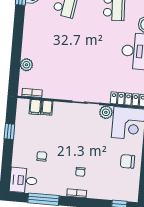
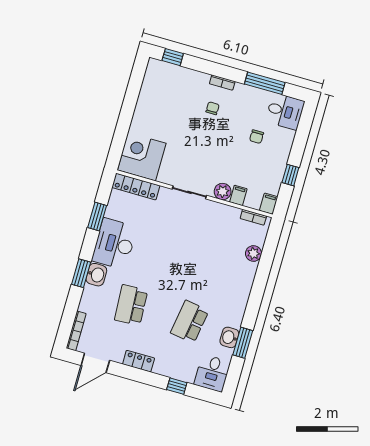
filing cabinet: (35, 107) -> (269, 204), moved
plant: (106, 112) -> (223, 192), moved
chair: (127, 161) -> (152, 110), removed

